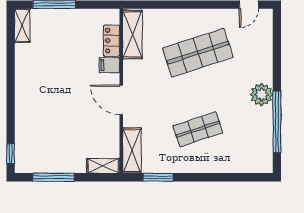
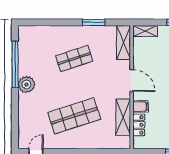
shelving: (133, 35) -> (123, 117), moved
window: (158, 177) -> (94, 22), moved

